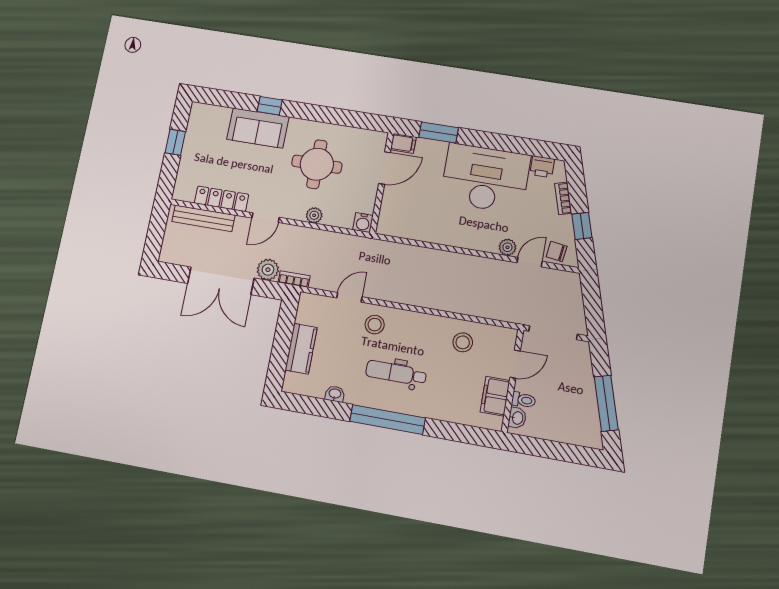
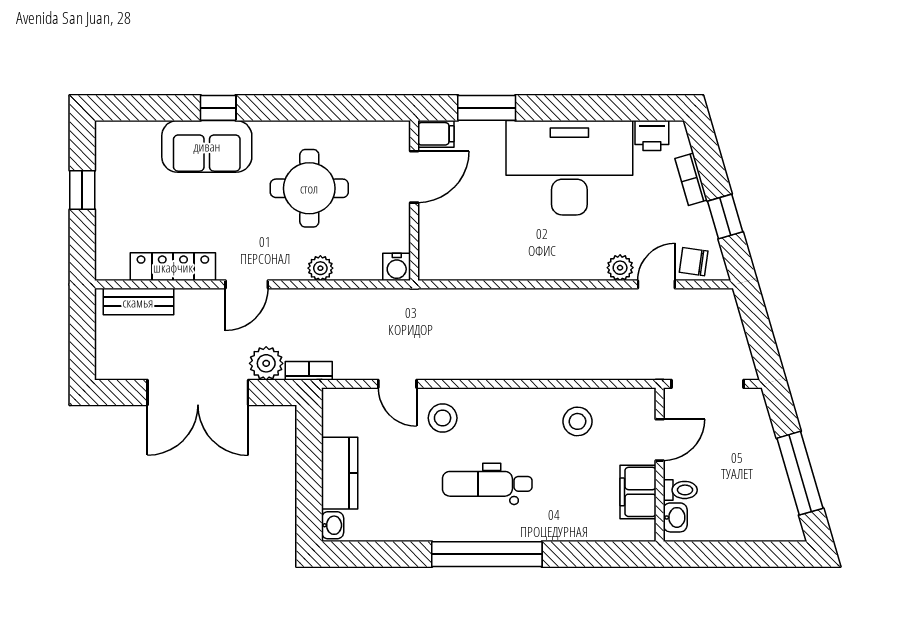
bench: (203, 218) -> (138, 302), width x0.73
door: (349, 297) -> (397, 384), swing flipped
washbasin: (335, 394) -> (333, 525), moved, turned 90

